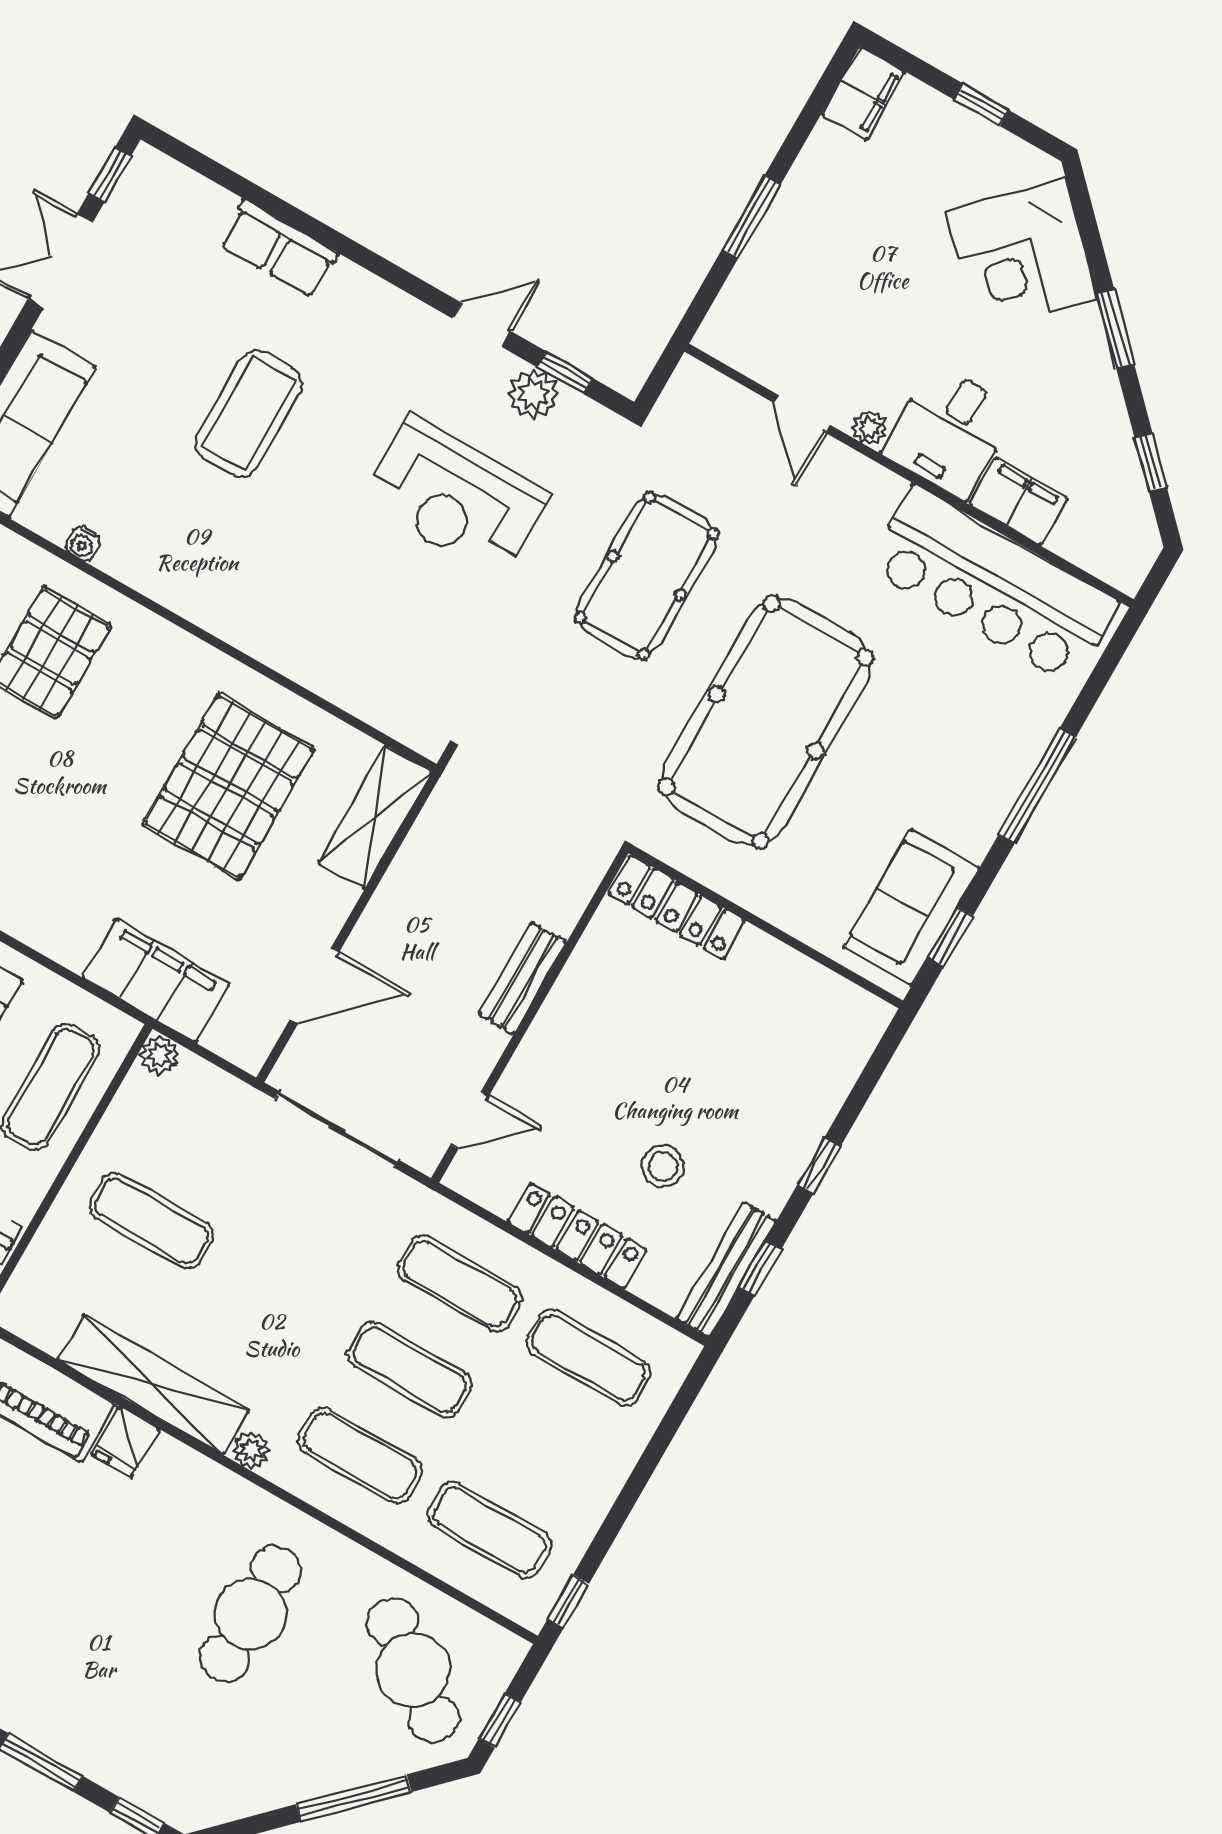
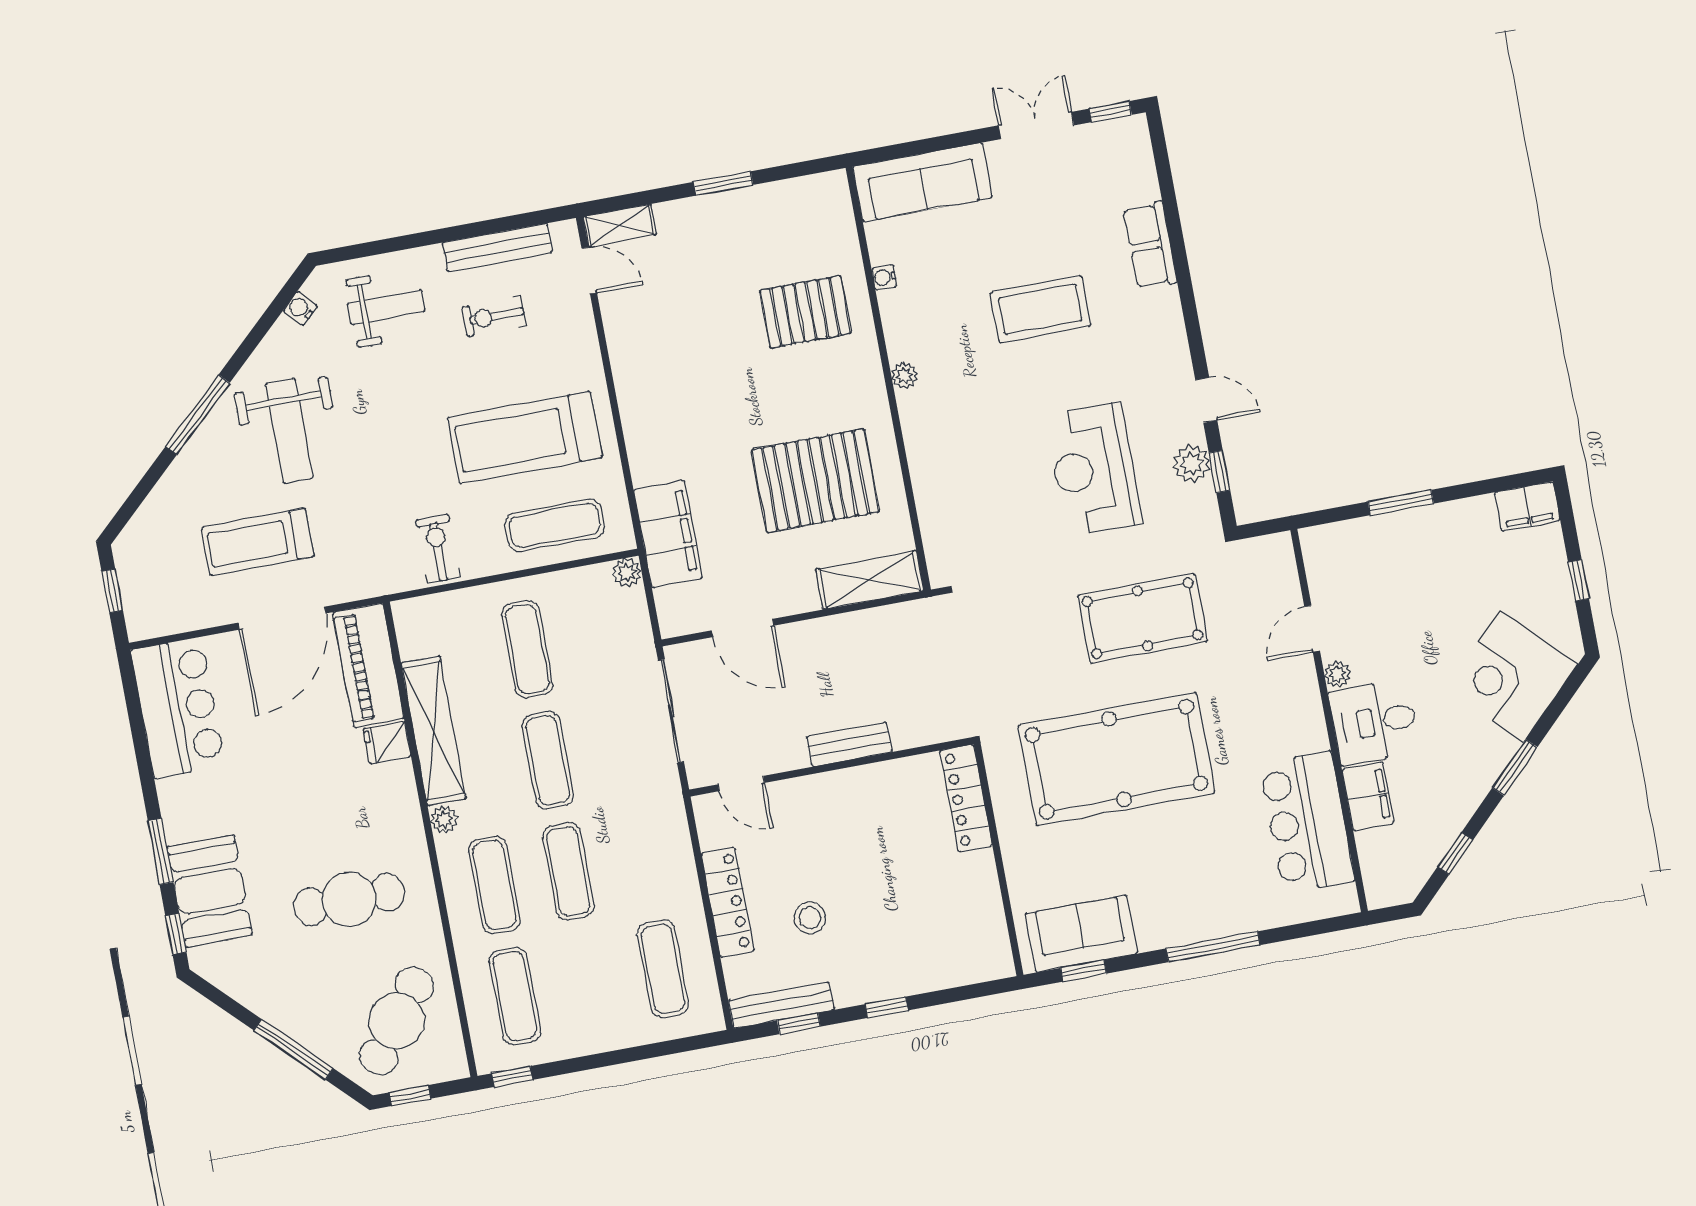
bar counter: (992, 585) -> (1307, 822), width x0.73
plant: (199, 607) -> (905, 376), added
exercise mat: (459, 1283) -> (548, 760), moved
booth: (123, 1747) -> (210, 891), added

